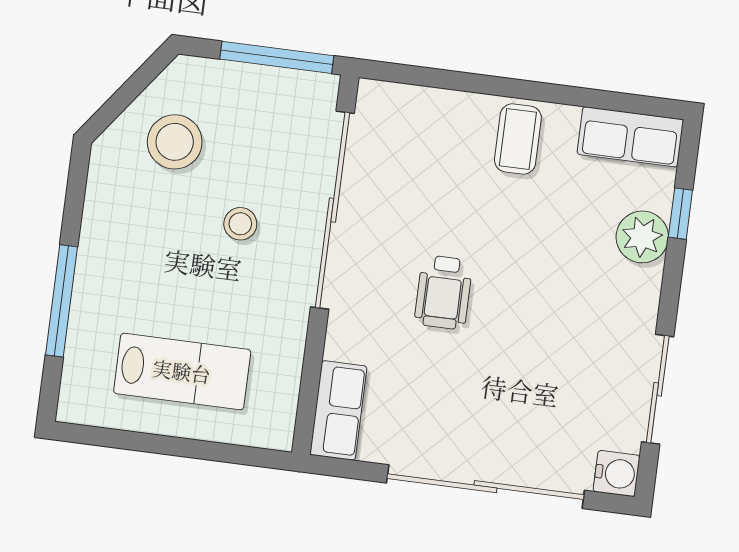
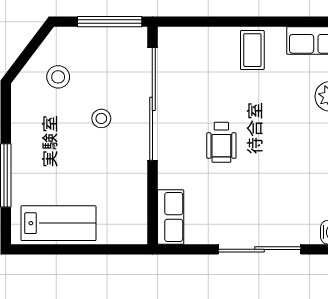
stool: (175, 142) -> (58, 77), width x0.73, depth x0.73
lab bench: (182, 371) -> (59, 223), moved
sliding door: (485, 487) -> (260, 249), width x0.73

